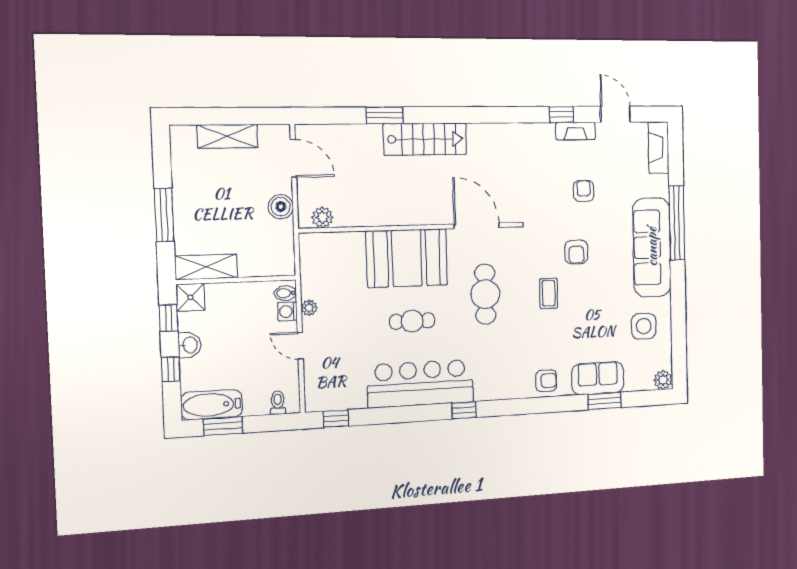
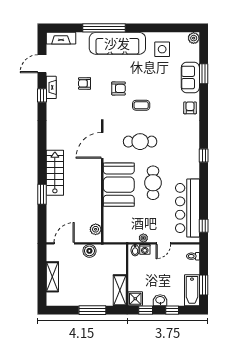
cafe table: (412, 321) -> (153, 183), width x1.37, depth x1.35
bar counter: (421, 384) -> (187, 208), moved

